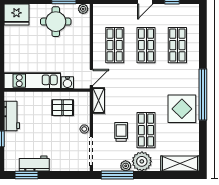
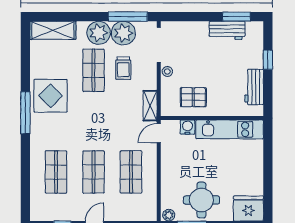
window: (203, 95) -> (25, 113), width x0.68
plant: (126, 166) -> (123, 33), width x1.88, depth x1.88

